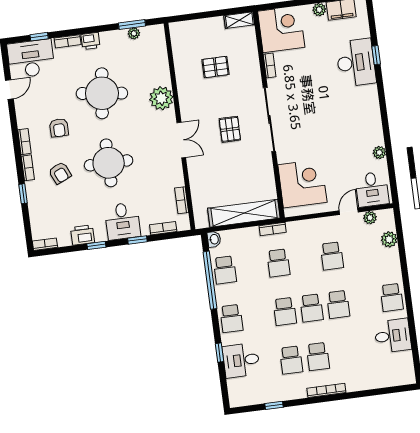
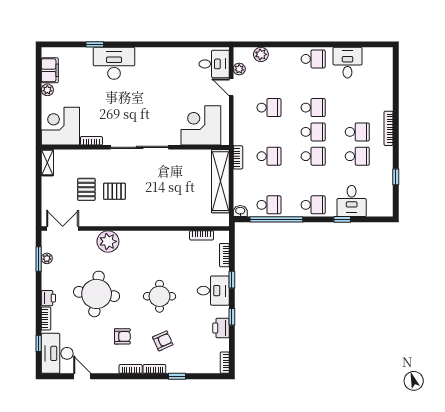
desk: (356, 63) -> (114, 63), moved
pallet: (230, 129) -> (114, 191), moved
double door: (181, 140) -> (63, 229), moved
plant: (379, 153) -> (182, 53), removed
round table: (109, 163) -> (160, 296), width x0.73, depth x0.73

